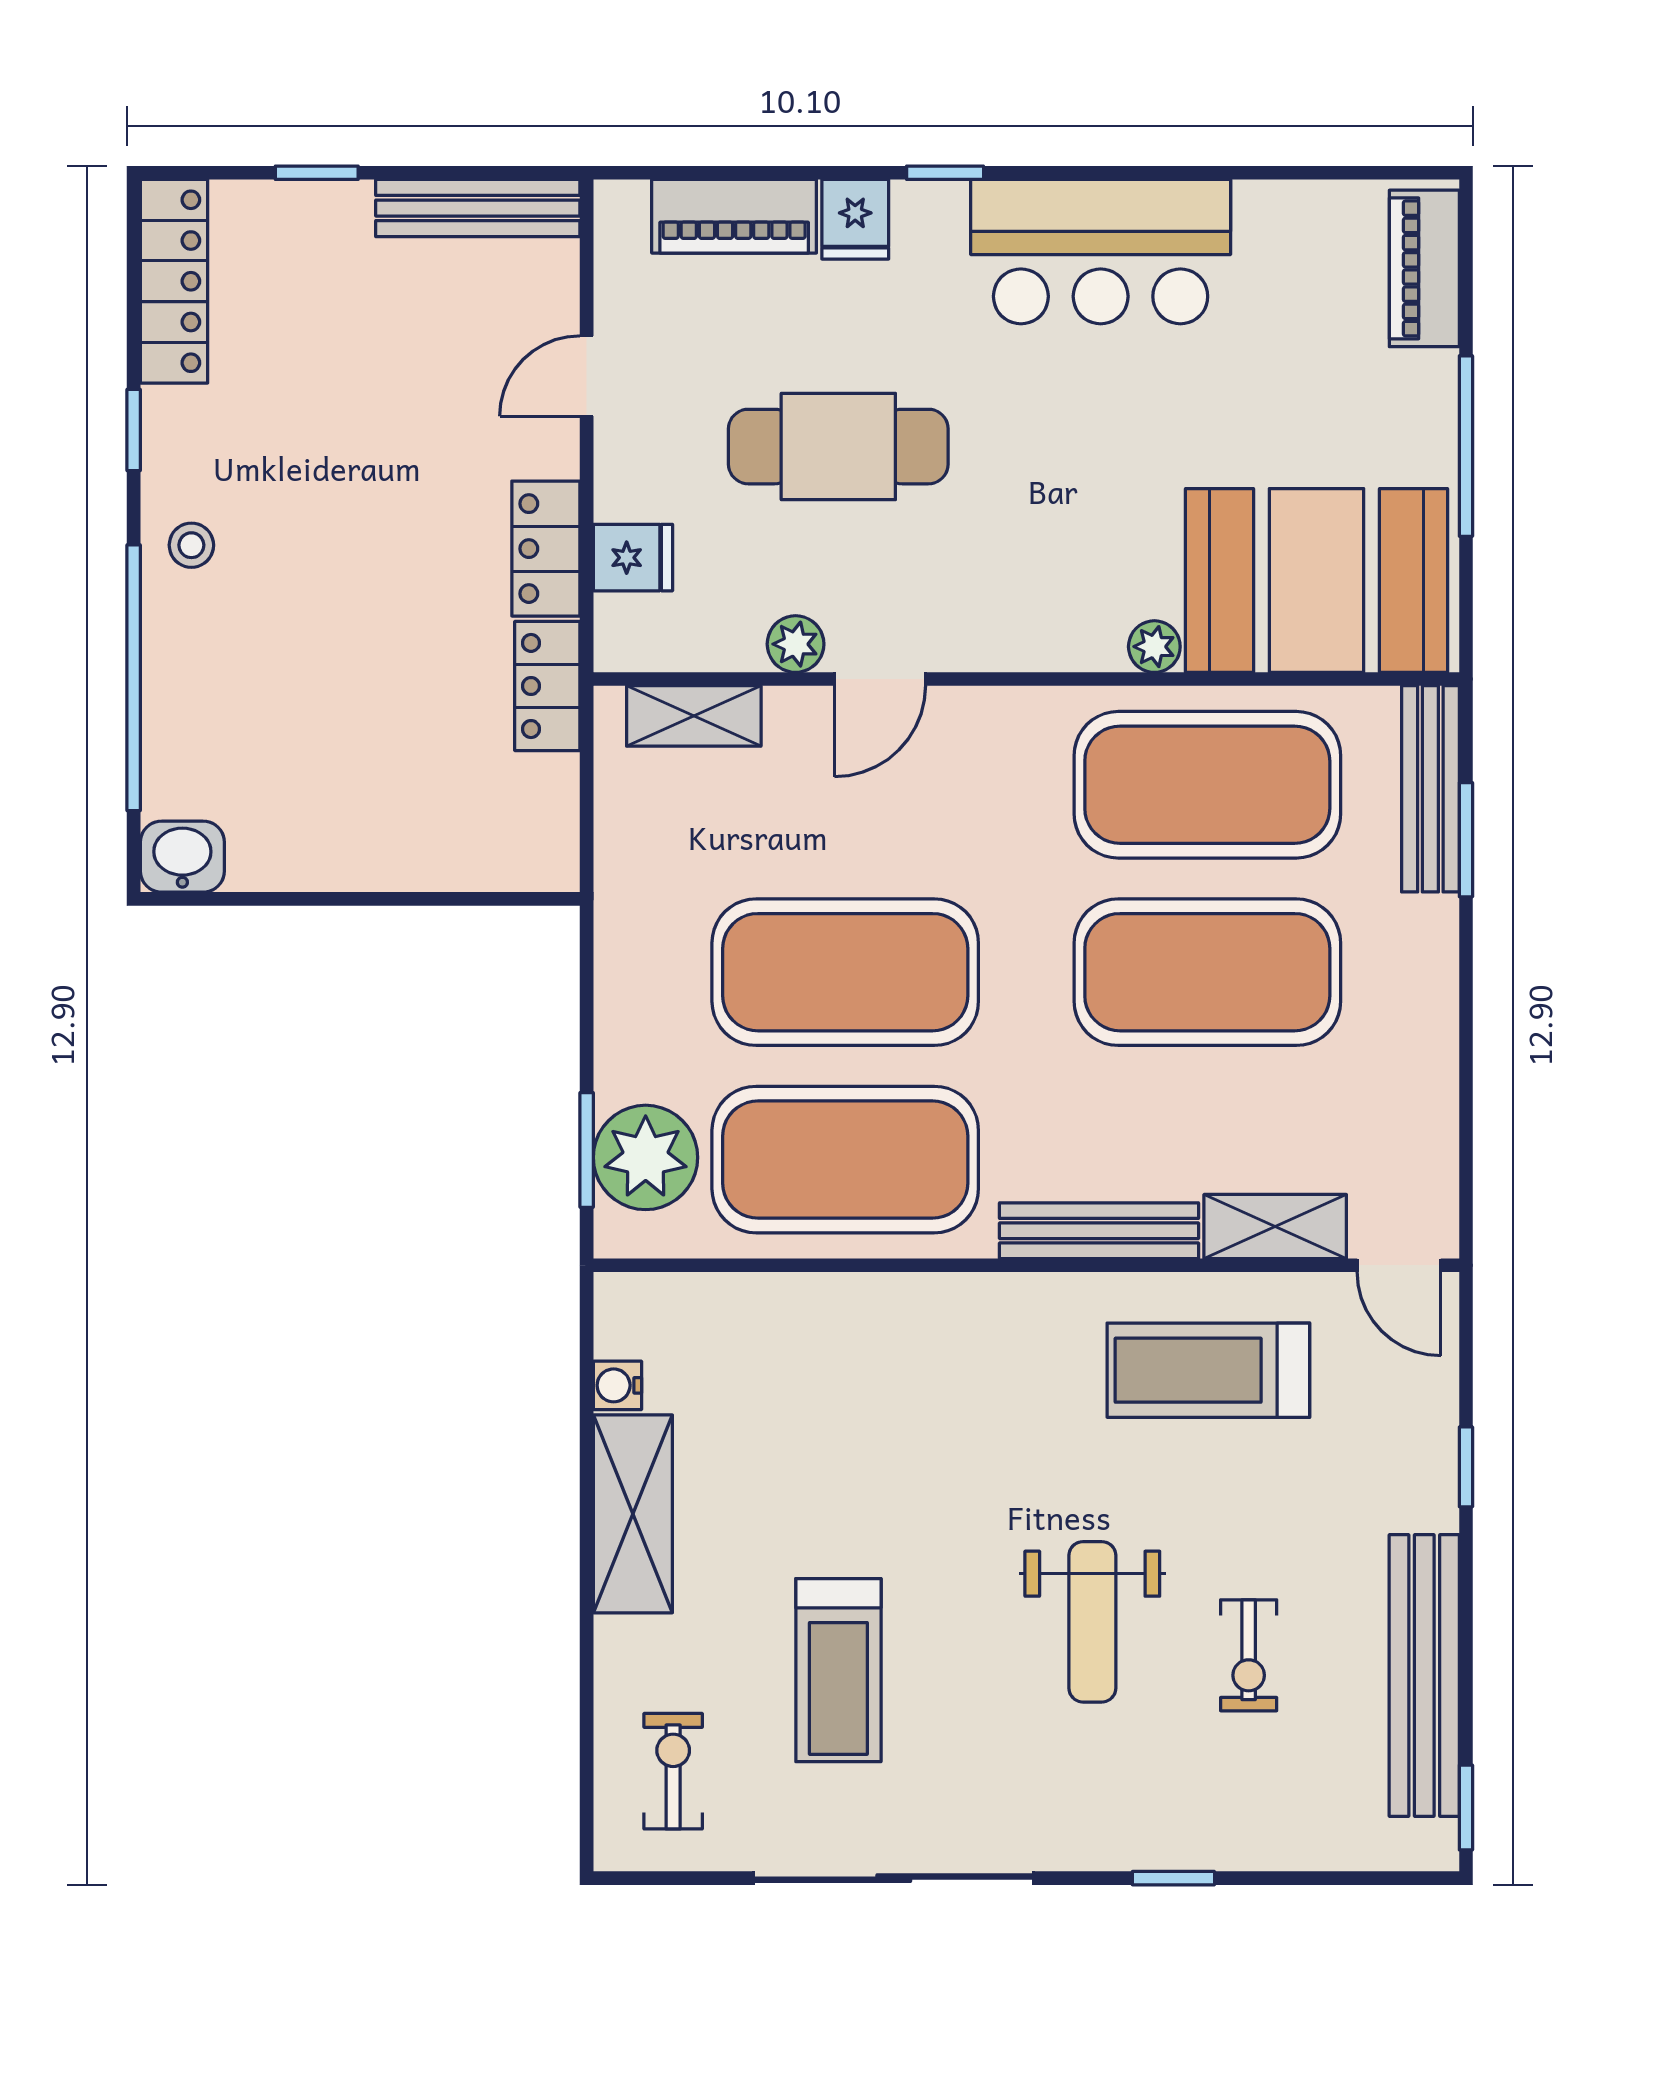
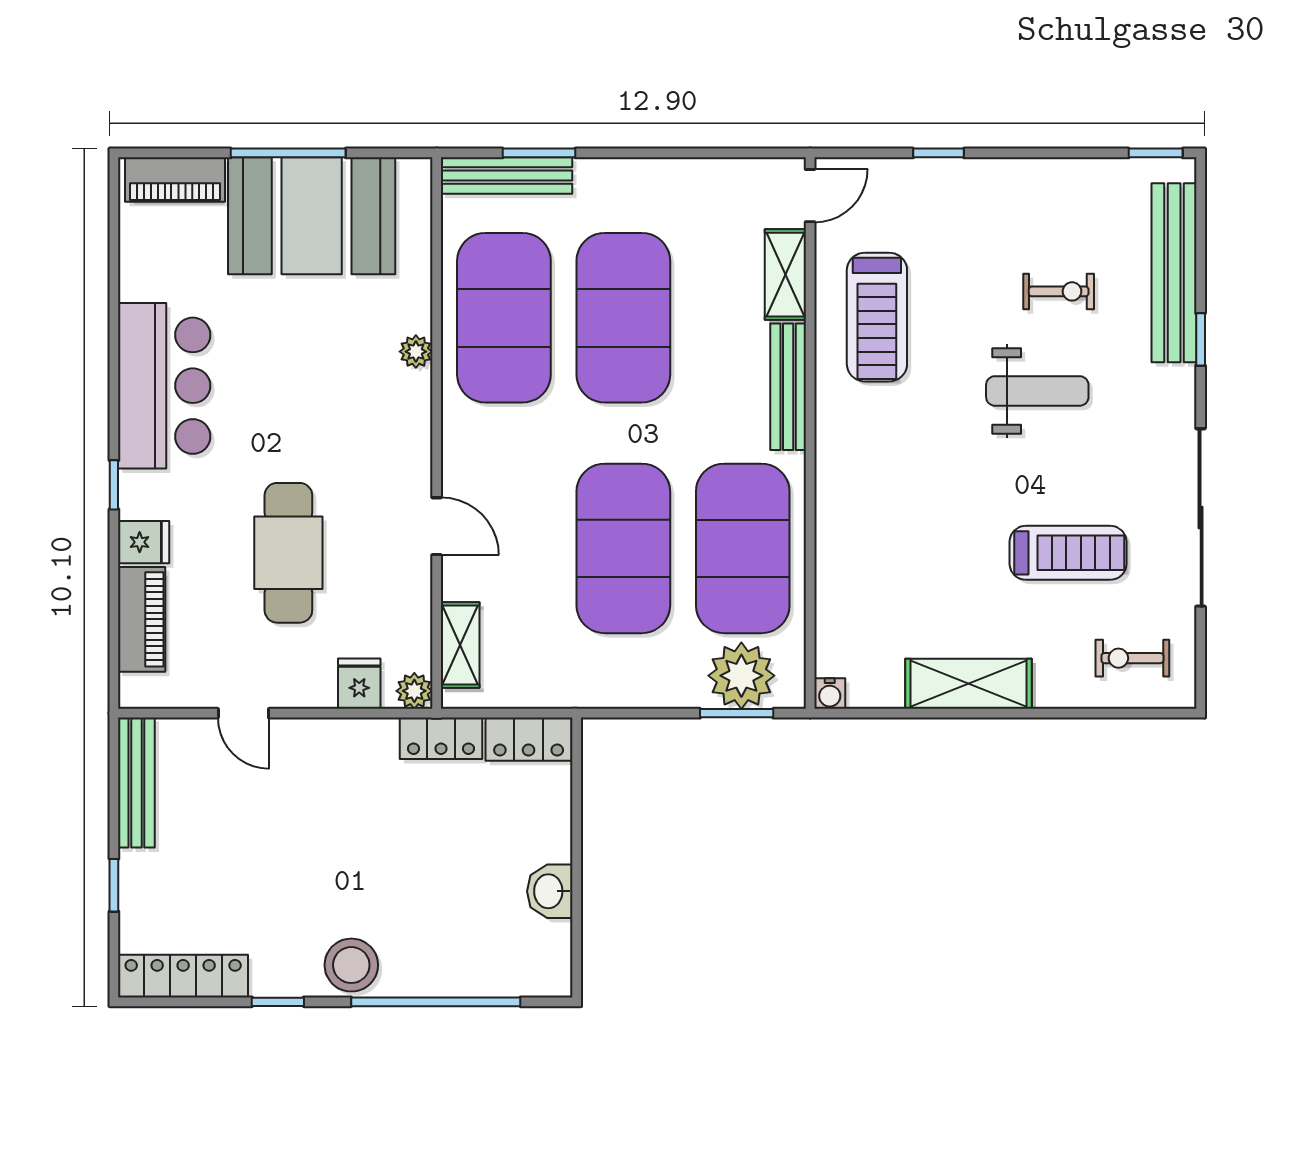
stool: (191, 545) -> (351, 965), width x1.89, depth x1.89
locker: (546, 549) -> (529, 739), moved
booth: (1317, 580) -> (312, 216), moved, turned 90
plant: (796, 644) -> (414, 691), moved
washbasin: (182, 857) -> (550, 891), moved
water cooler: (617, 1385) -> (830, 694), moved
bench: (1424, 1675) -> (1174, 273), moved, turned 90

